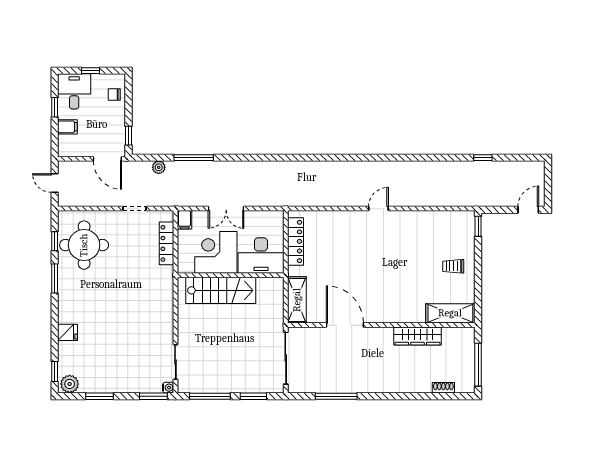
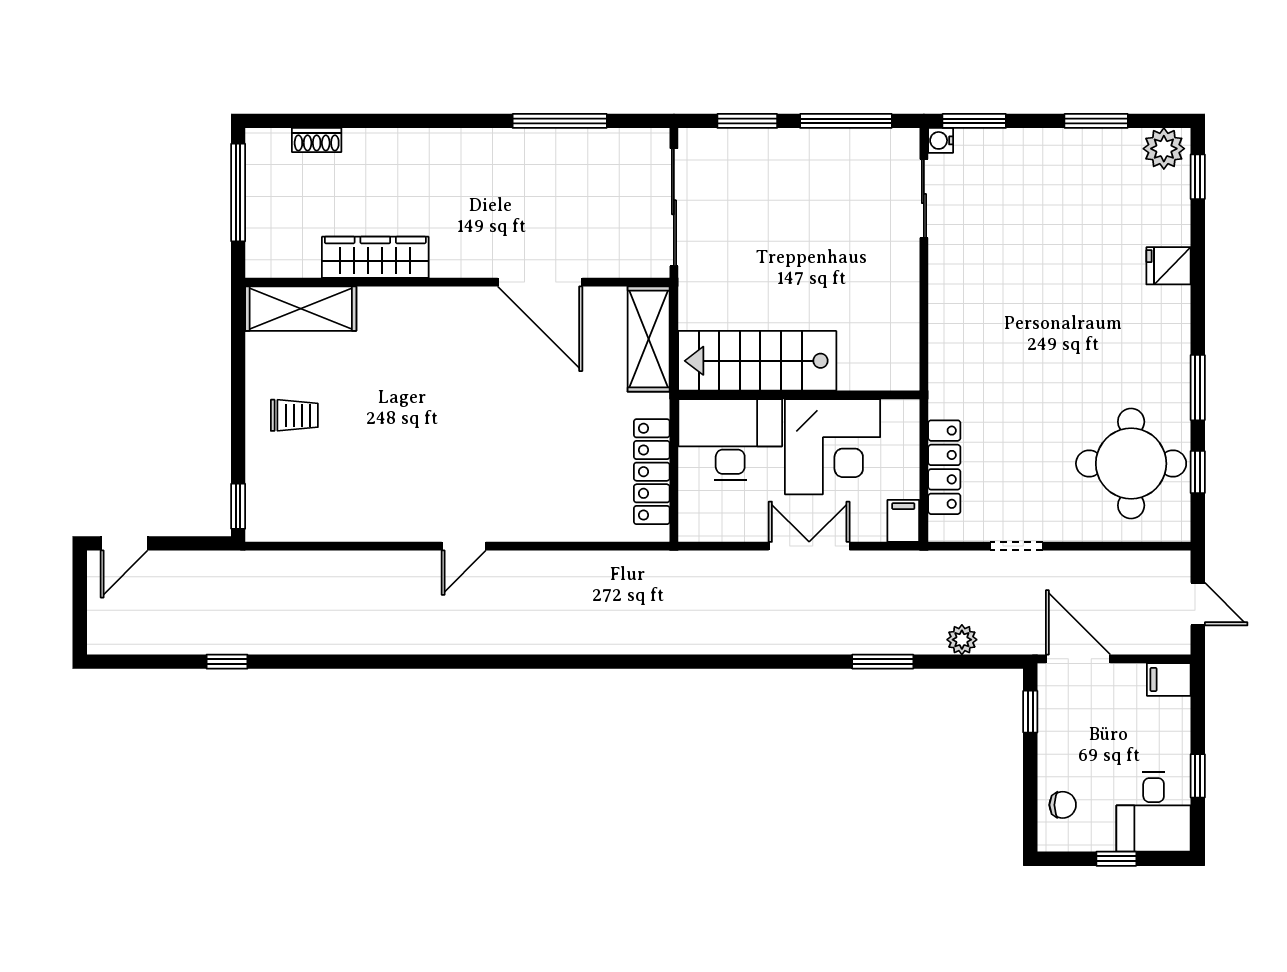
filing cabinet: (67, 127) -> (1169, 679), moved
window: (194, 158) -> (883, 662), width x0.69
stairs: (221, 290) -> (757, 361), moved

